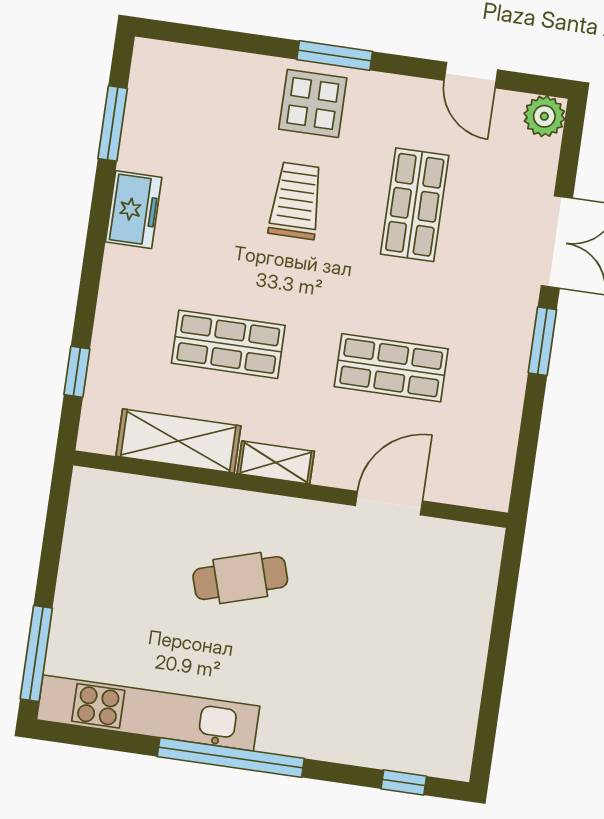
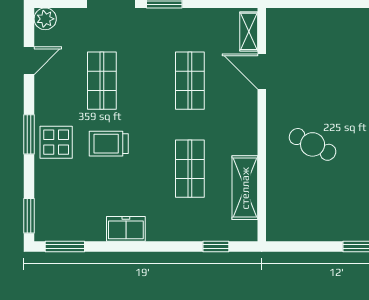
window: (184, 34) -> (29, 216), added
window: (113, 123) -> (65, 247), moved
shop shelf: (415, 205) -> (102, 81), turned 90
shelving: (276, 462) -> (249, 31), moved
cafe table: (240, 578) -> (313, 144), turned -46

